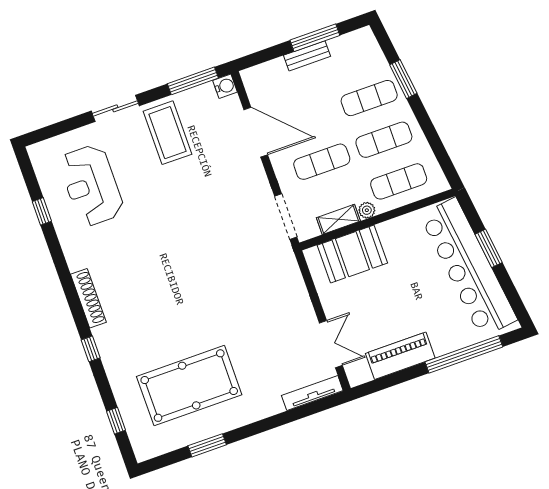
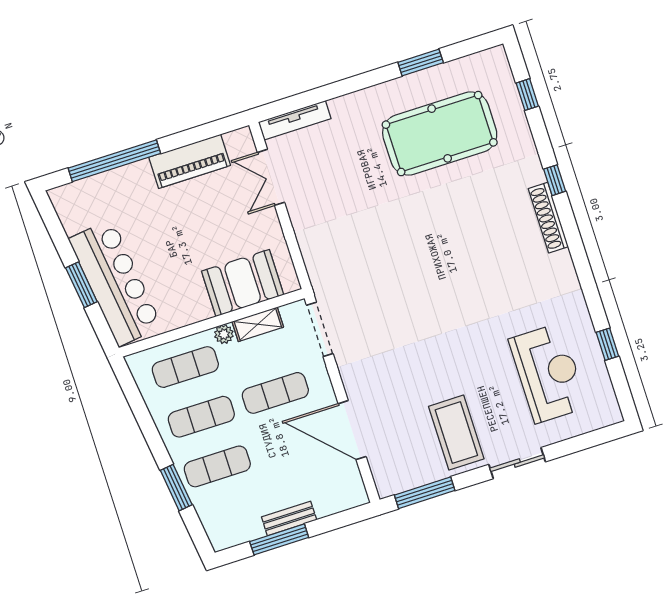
water cooler: (225, 86) -> (387, 485), removed
bar counter: (468, 267) -> (115, 283), width x0.73
shoe rack: (88, 298) -> (548, 218), moved

